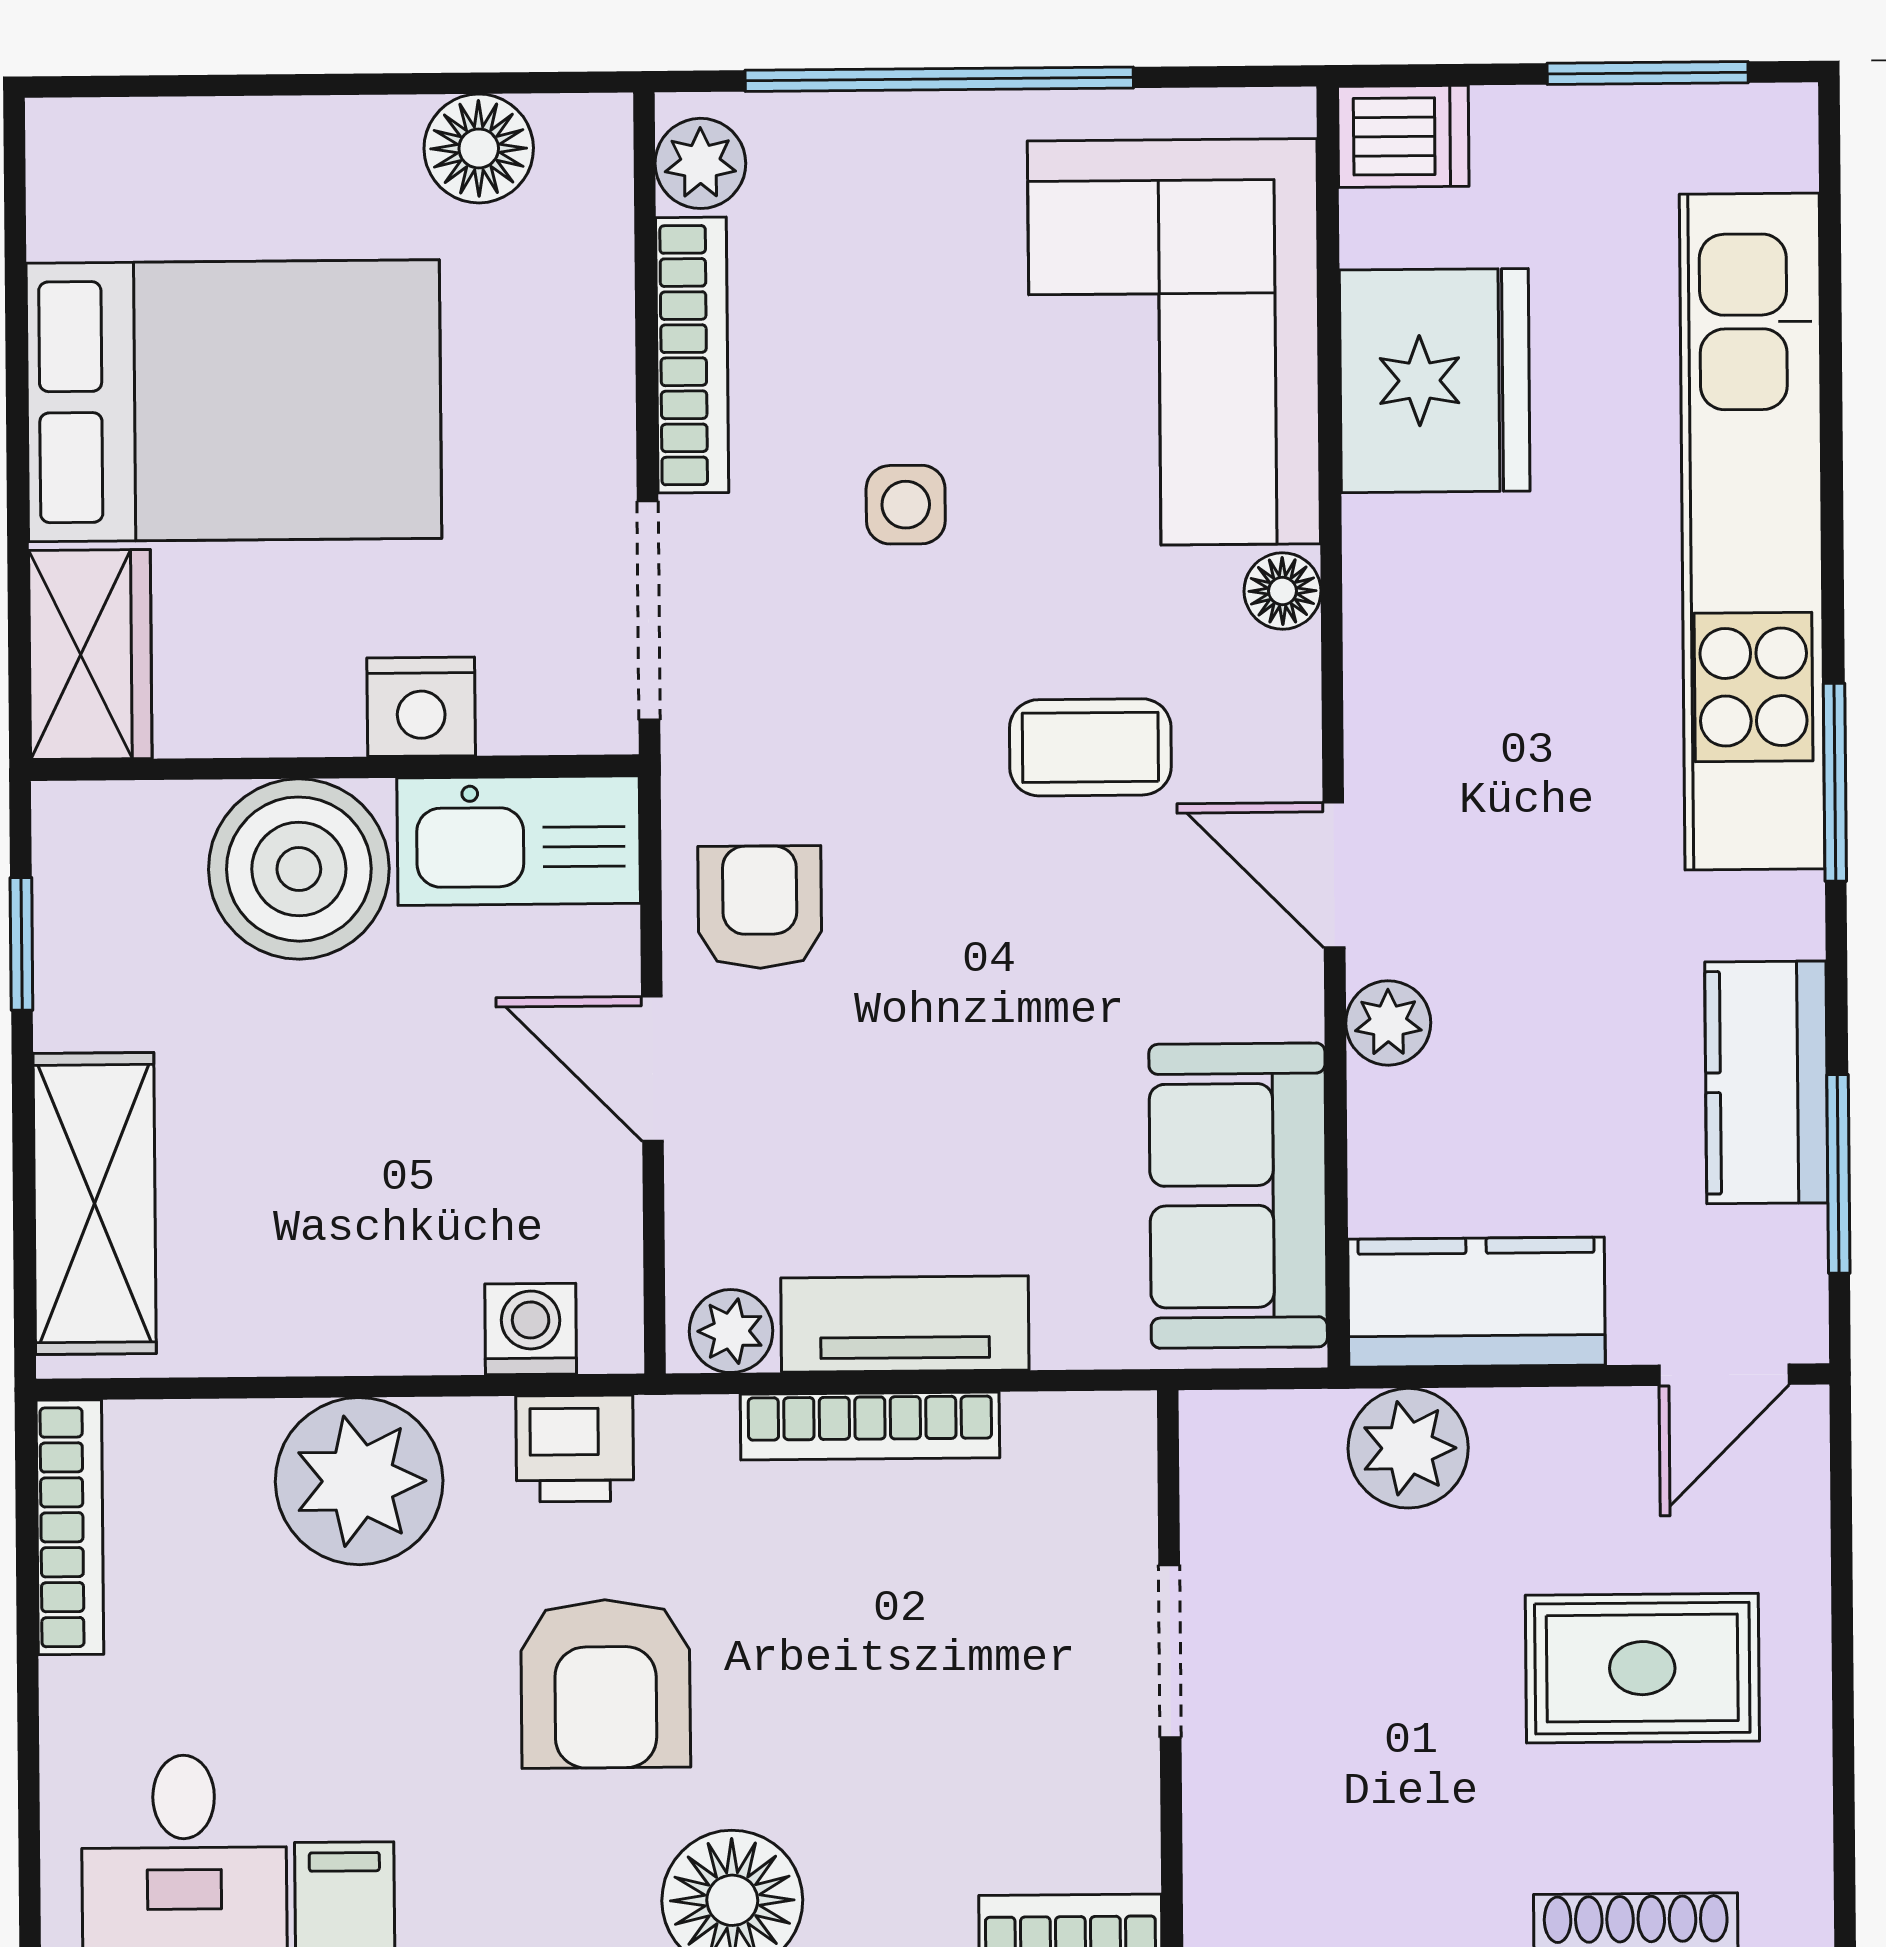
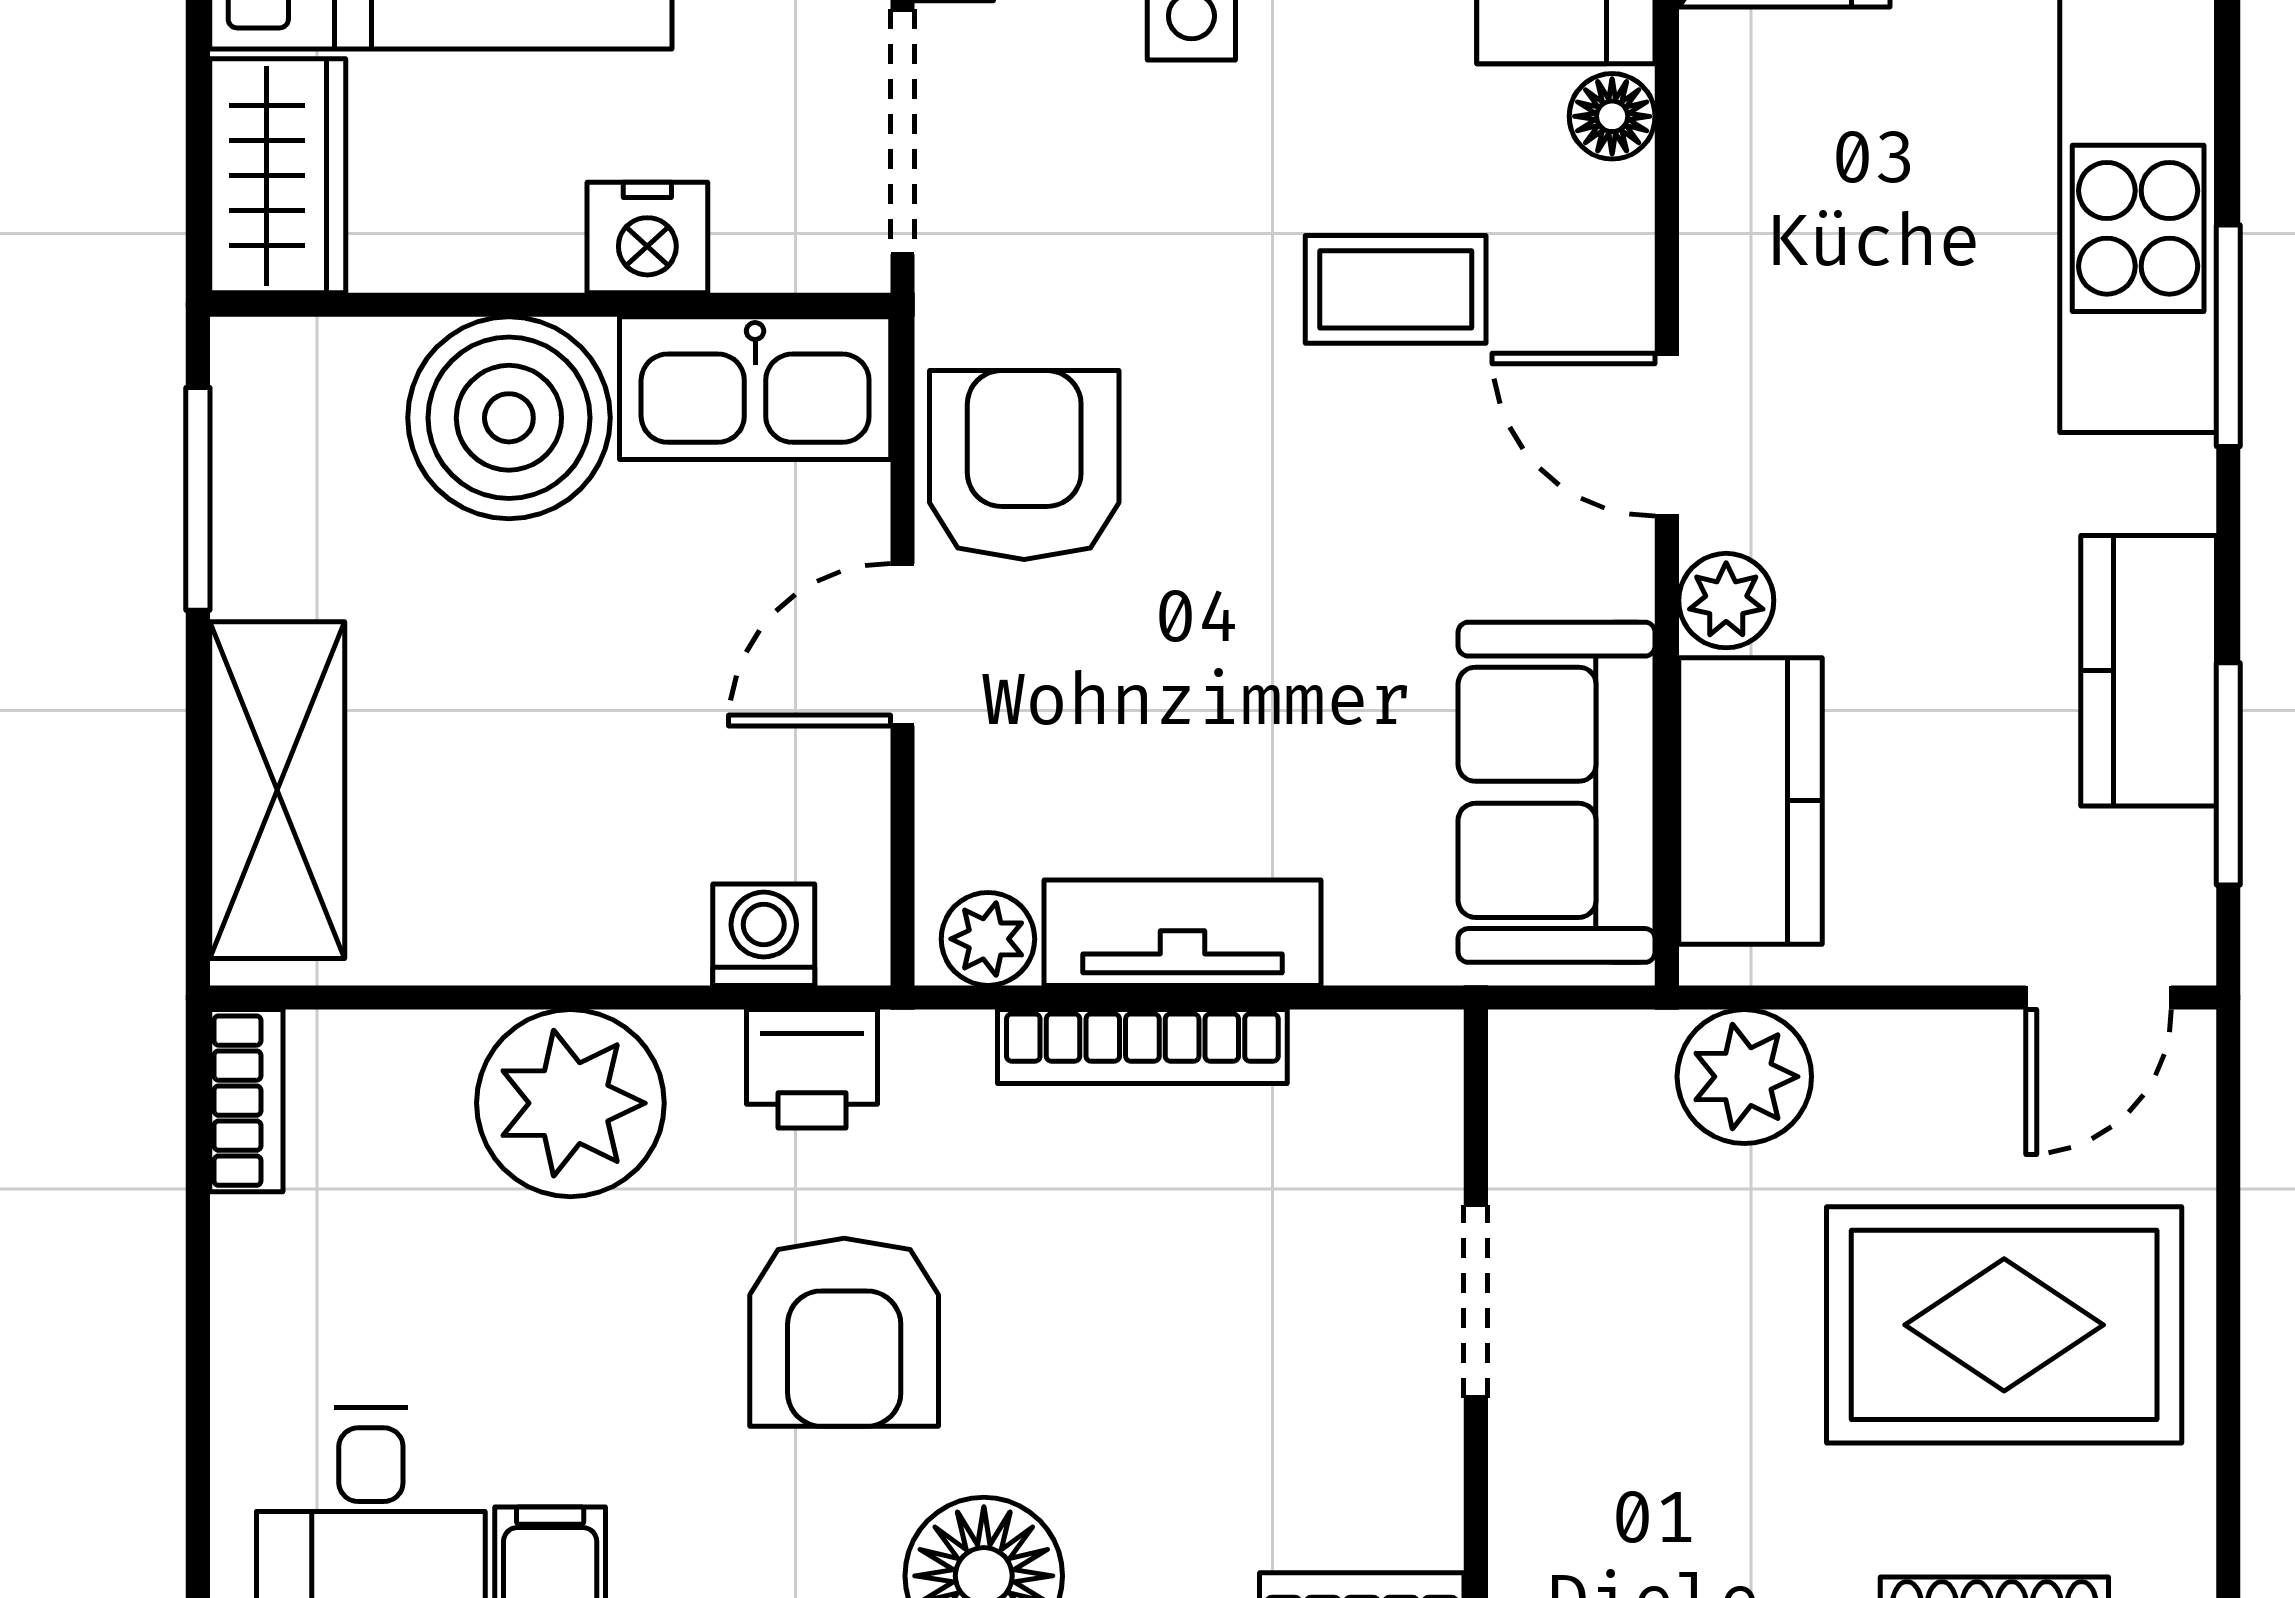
armchair: (760, 907) -> (1024, 465), width x1.38, depth x1.38
window: (21, 944) -> (198, 499), width x1.50
door: (652, 1069) -> (903, 645), hinge flipped
kitchen counter: (1477, 1302) -> (1751, 801), moved, turned 90
bookcase: (70, 1527) -> (246, 1101), width x0.64
rug: (1642, 1668) -> (2004, 1325), width x1.36, depth x1.43

